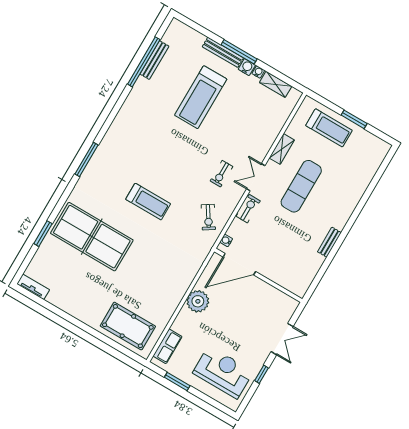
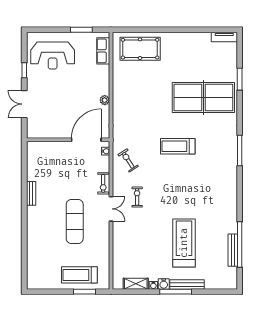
window: (354, 119) -> (84, 292), moved
shelving: (282, 149) -> (104, 240), removed
plant: (198, 301) -> (105, 100), width x0.53, depth x0.53

